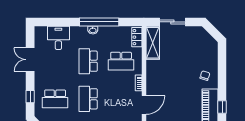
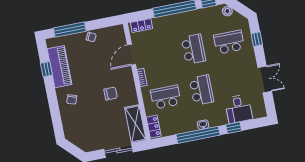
window: (66, 22) -> (234, 128), added
chair: (169, 74) -> (111, 94), added

